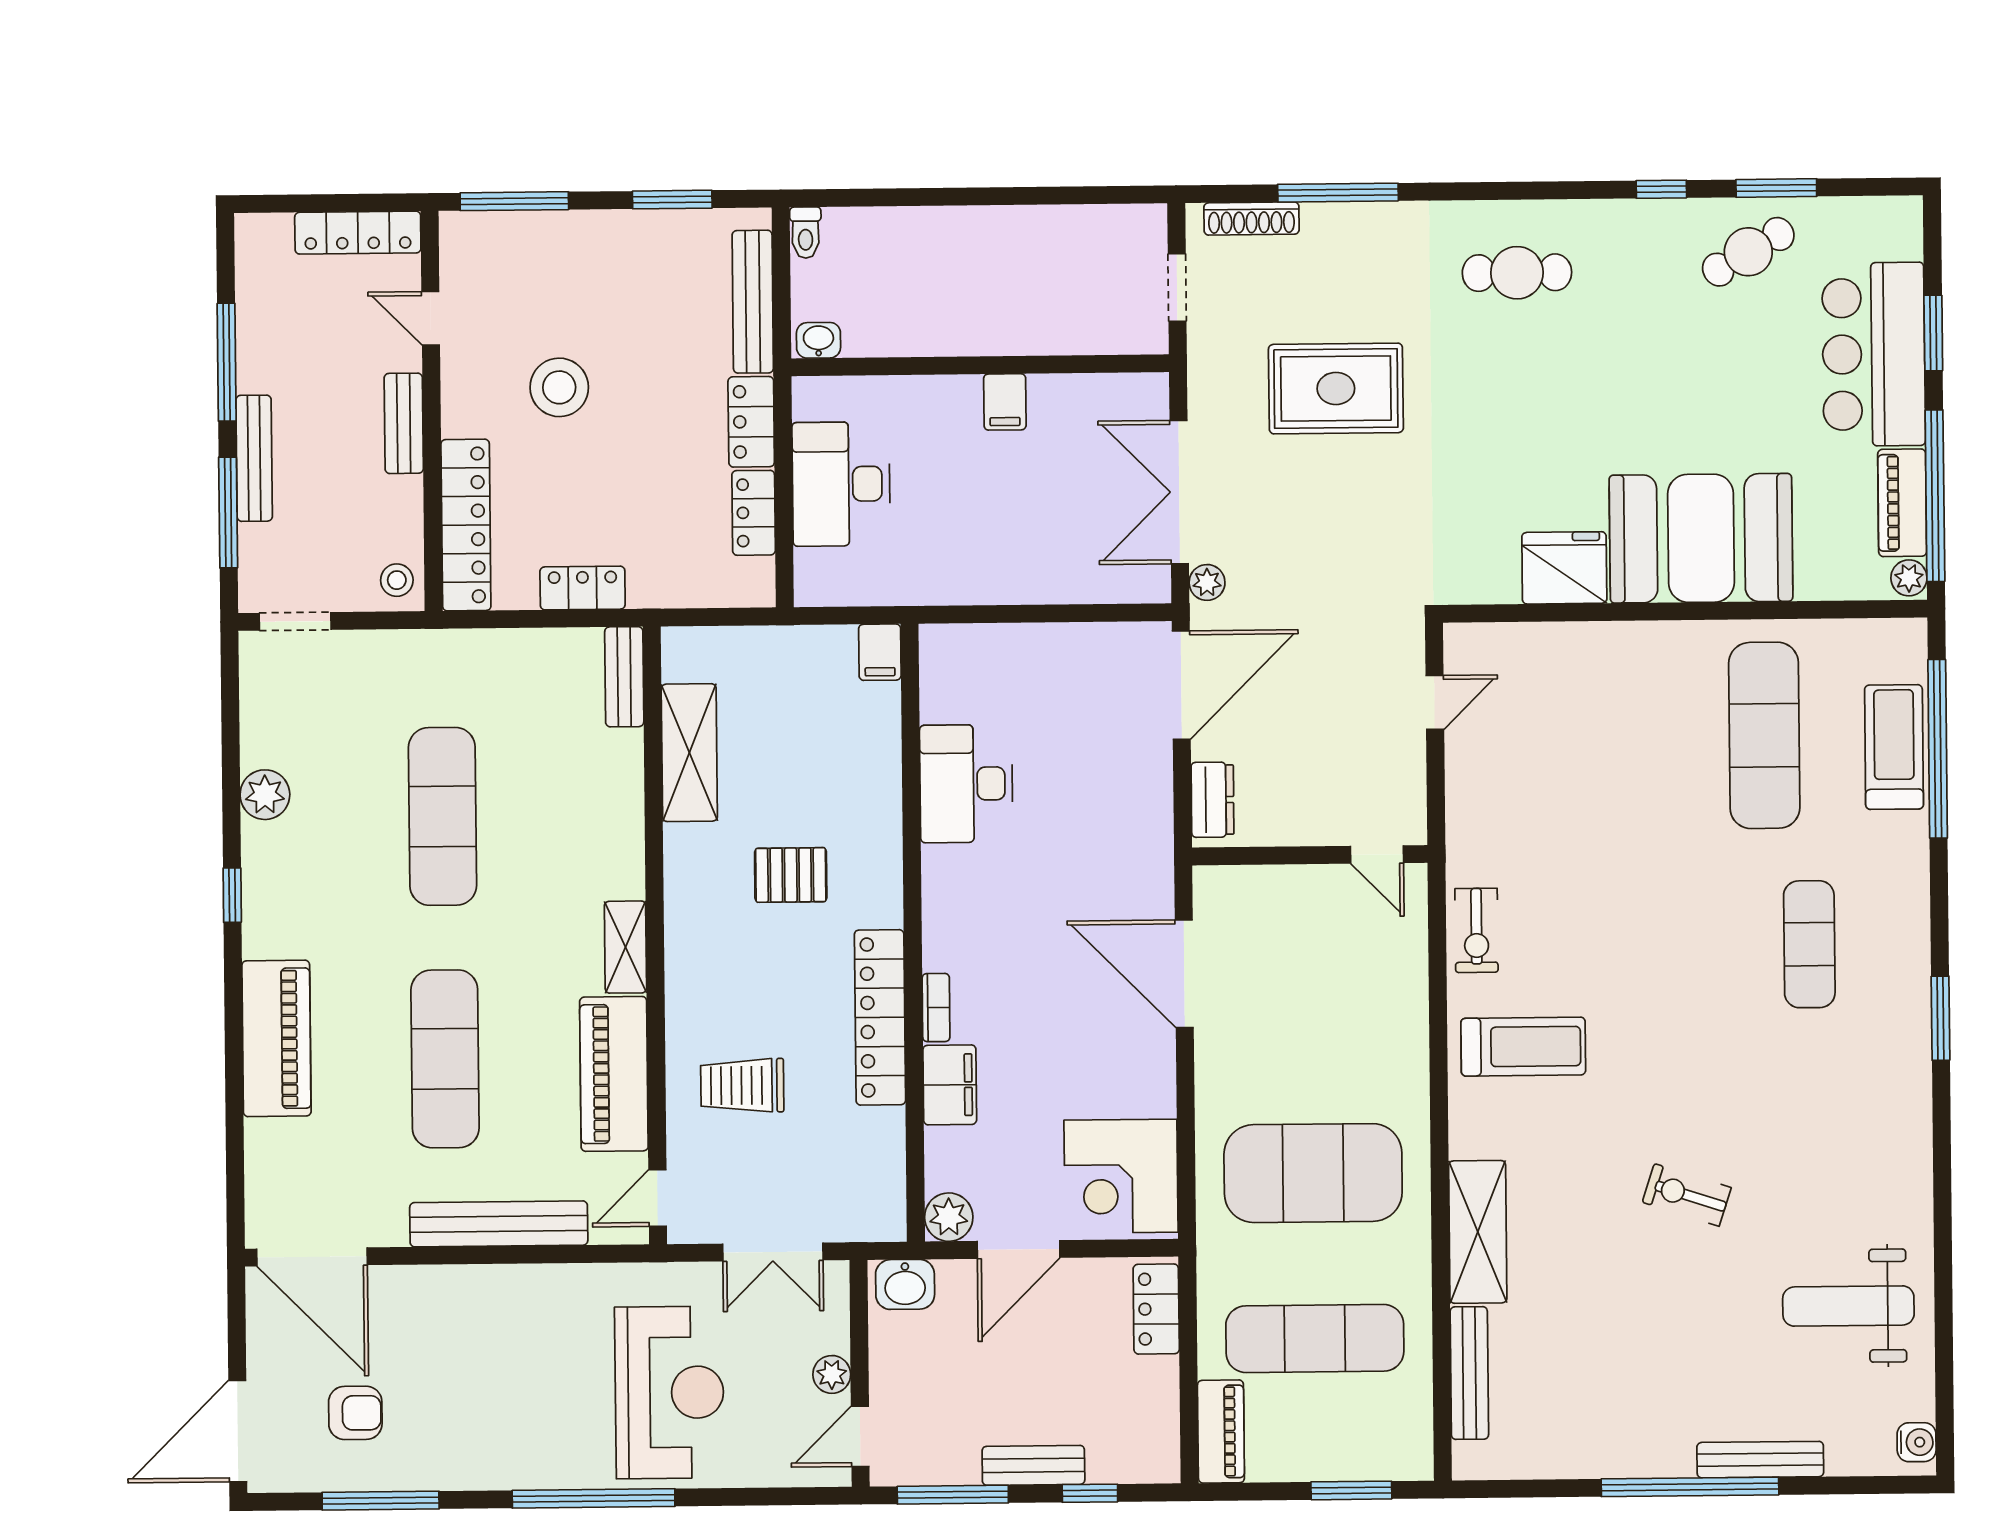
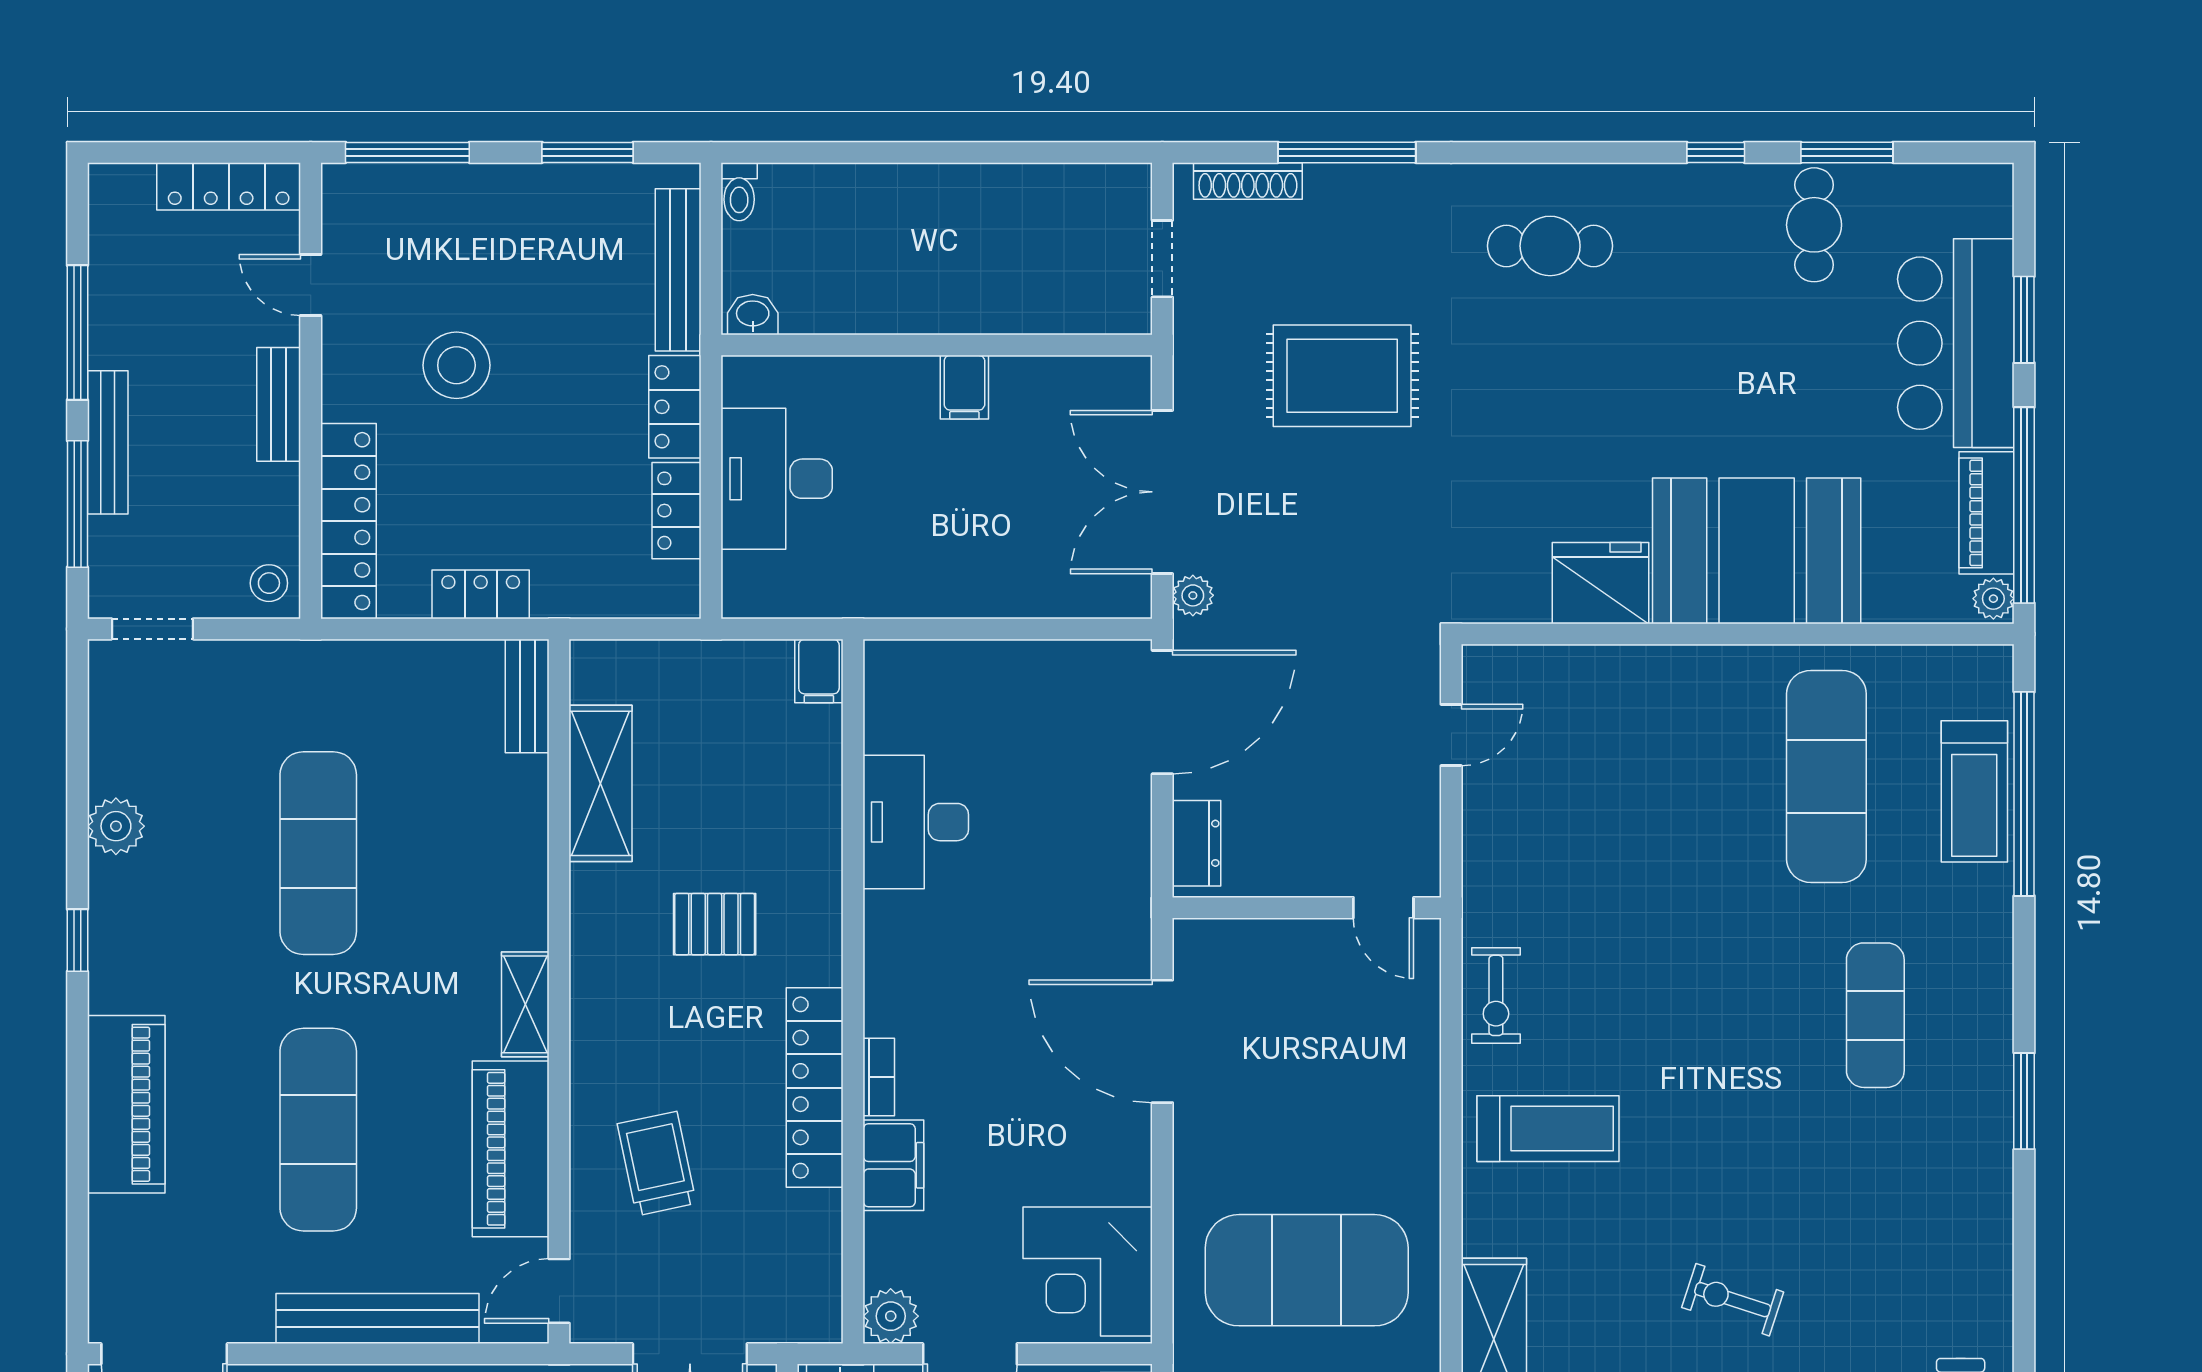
cafe table: (1748, 252) -> (1814, 225), turned -60
treadmill: (1894, 747) -> (1974, 791), turned 180
trolley: (742, 1085) -> (657, 1164), turned 78

